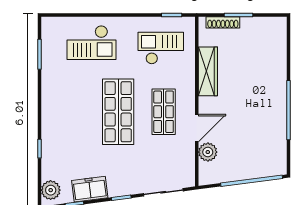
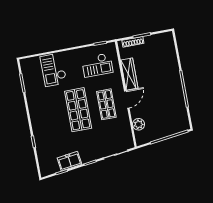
checkout: (92, 43) -> (53, 70), turned 90
checkout: (161, 48) -> (97, 65), turned 180
door: (197, 128) -> (127, 99), moved
plant: (51, 190) -> (45, 166), removed

